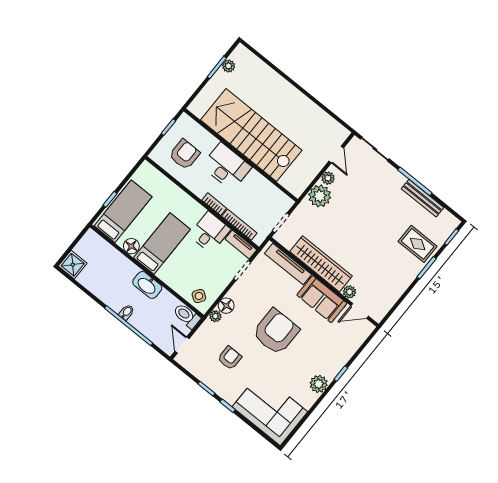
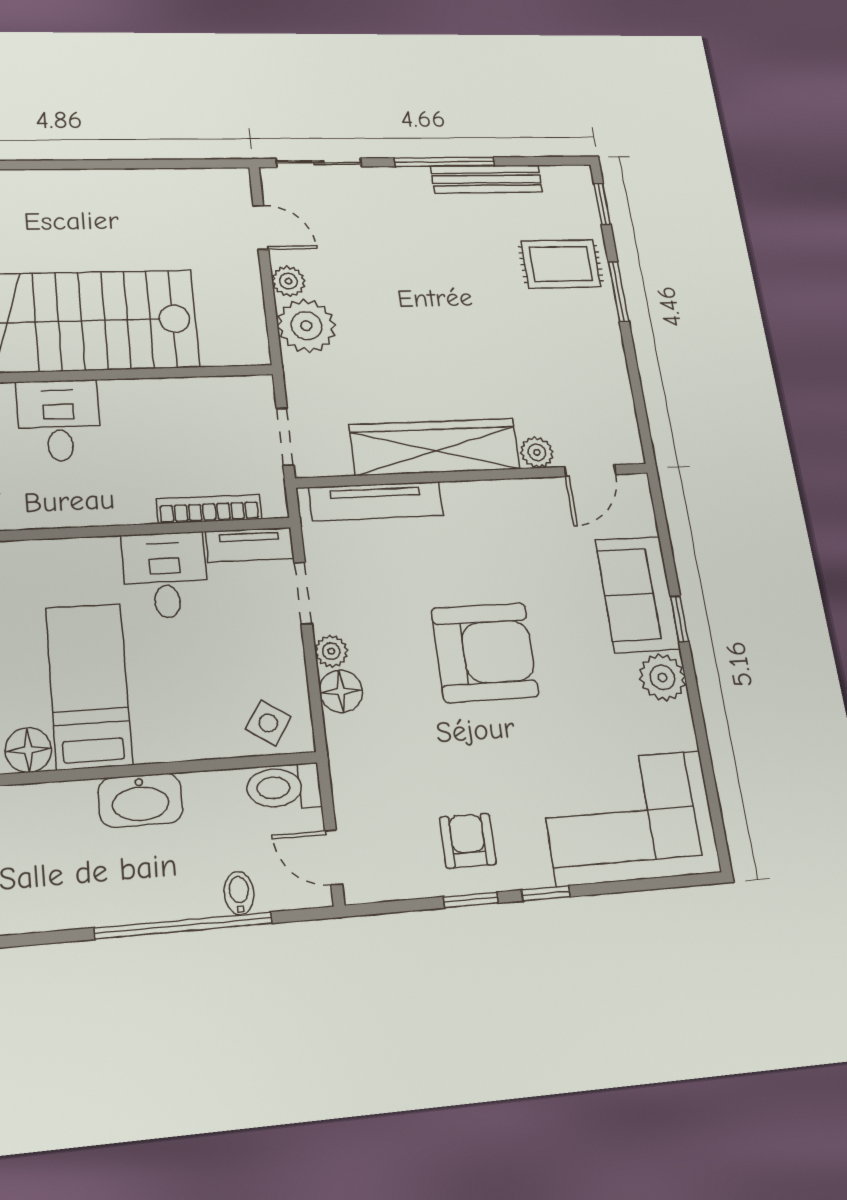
desk: (227, 167) -> (59, 420), width x0.73
bookcase: (214, 204) -> (120, 513), removed
sofa: (322, 299) -> (638, 594), moved, turned 90
bidet: (127, 312) -> (239, 893), moved
plant: (215, 316) -> (331, 651), moved
armchair: (276, 332) -> (485, 652), turned 90
armchair: (230, 358) -> (468, 841), moved

